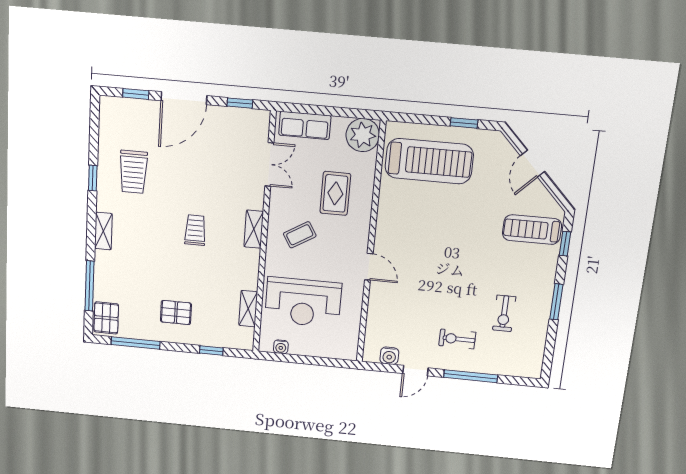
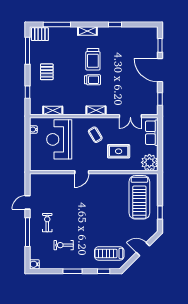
trolley: (133, 172) -> (93, 59), moved, turned -90
treadmill: (532, 230) -> (109, 253), turned -90
water cooler: (389, 356) -> (34, 264), moved
door: (415, 371) -> (27, 202), hinge flipped

